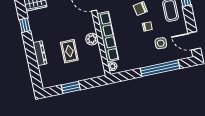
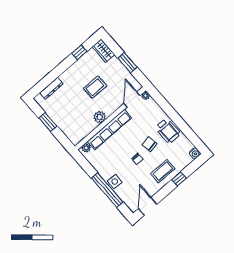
side table: (161, 43) -> (115, 182), moved
rug: (69, 51) -> (95, 87), moved
dresser: (40, 53) -> (52, 88), moved

